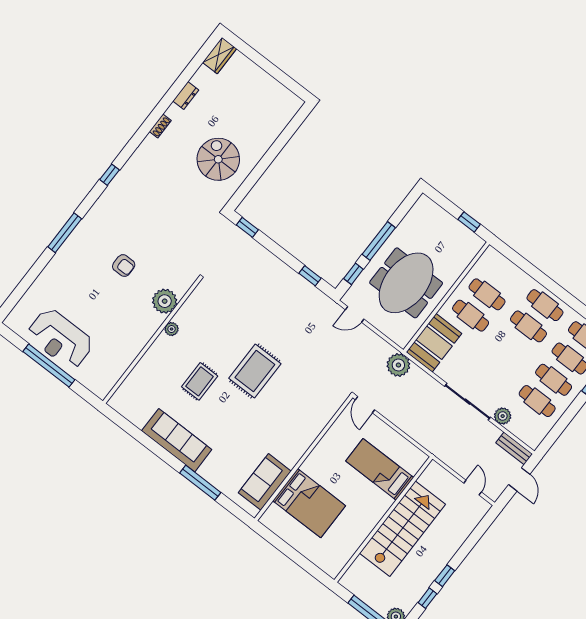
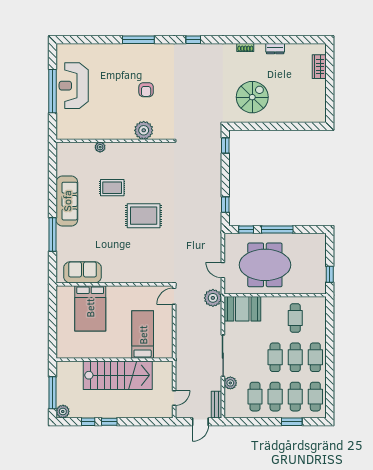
wardrobe: (220, 56) -> (319, 67), moved, turned 90
door: (355, 314) -> (223, 270), moved
cafe table: (471, 316) -> (275, 357), moved
plant: (172, 329) -> (100, 147), moved

